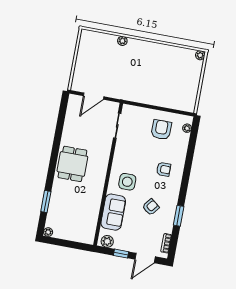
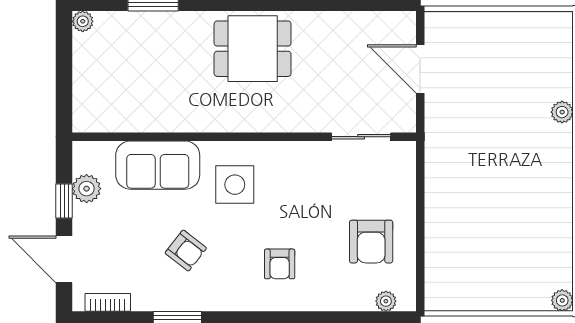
armchair: (161, 130) -> (371, 242), turned 90
plant: (107, 241) -> (87, 189), moved

